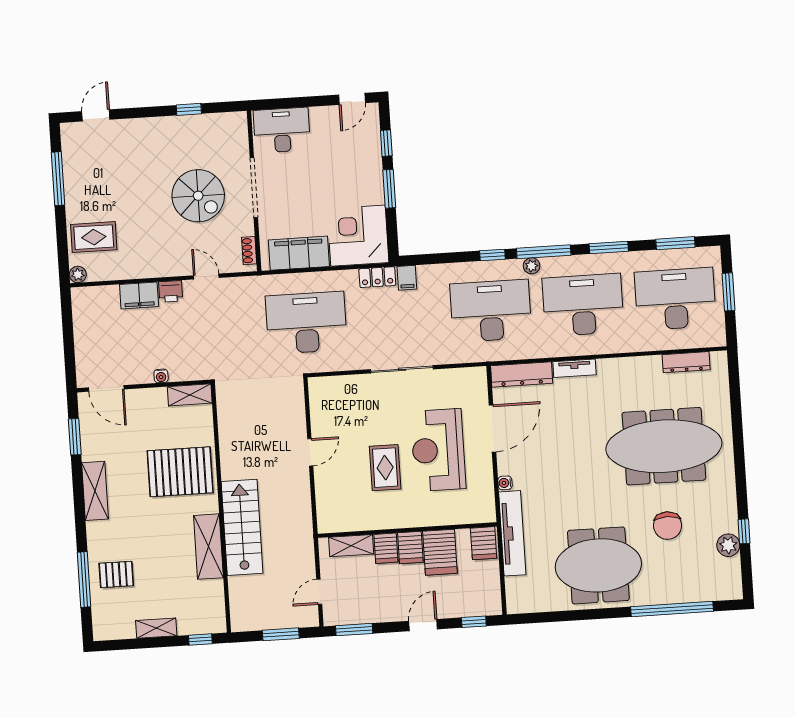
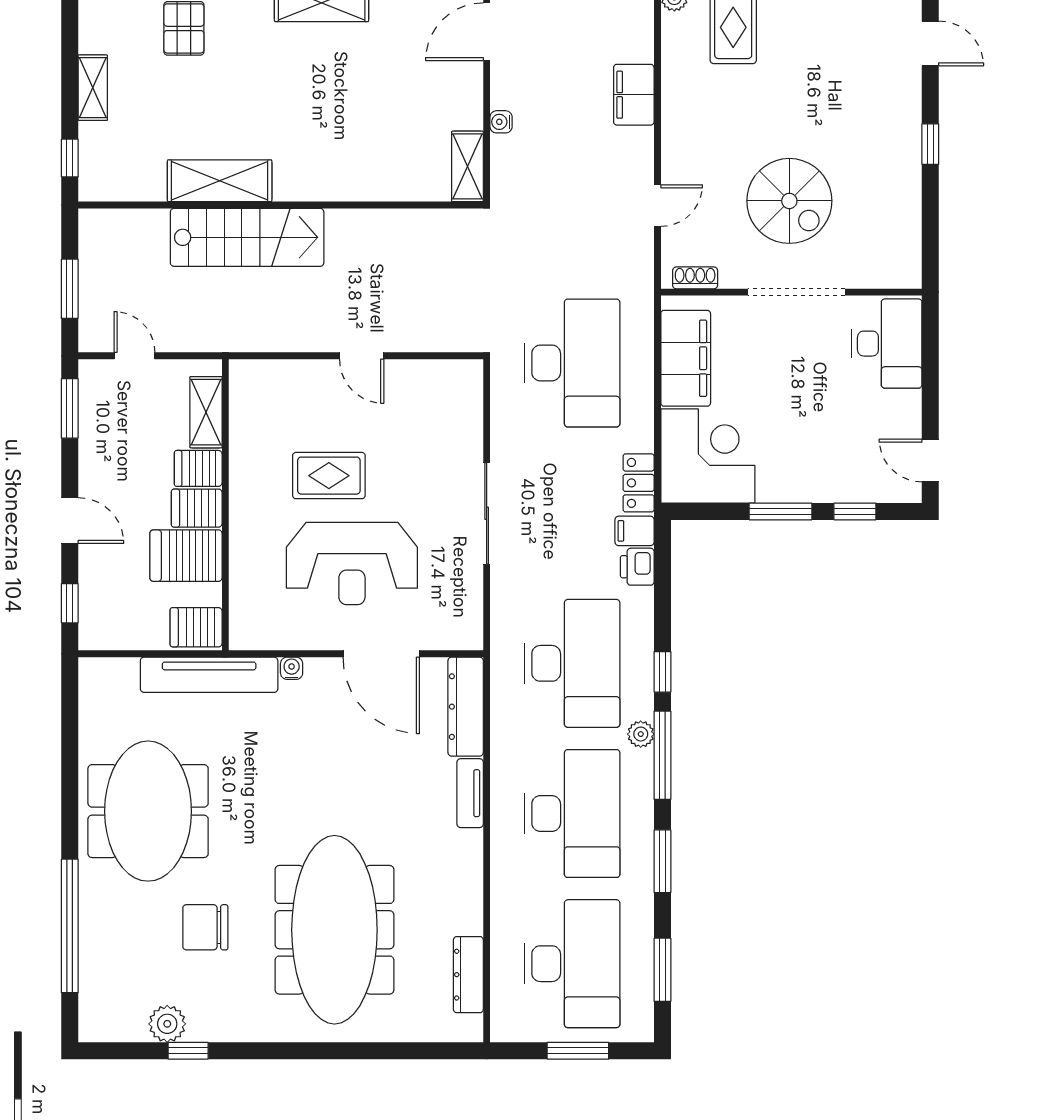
window: (189, 109) -> (930, 144), moved
spiral stairs: (198, 196) -> (789, 201), turned -90
printer: (171, 291) -> (637, 567), moved
reception desk: (438, 450) -> (352, 564), turned 180
pallet: (180, 472) -> (344, 143), removed

